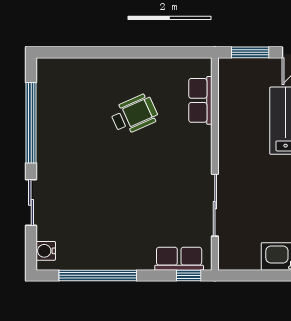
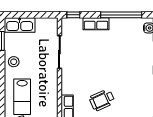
row of seats: (179, 259) -> (96, 24), moved

